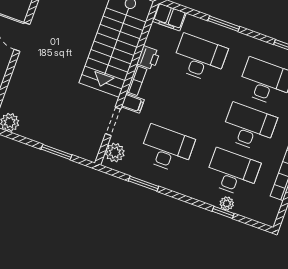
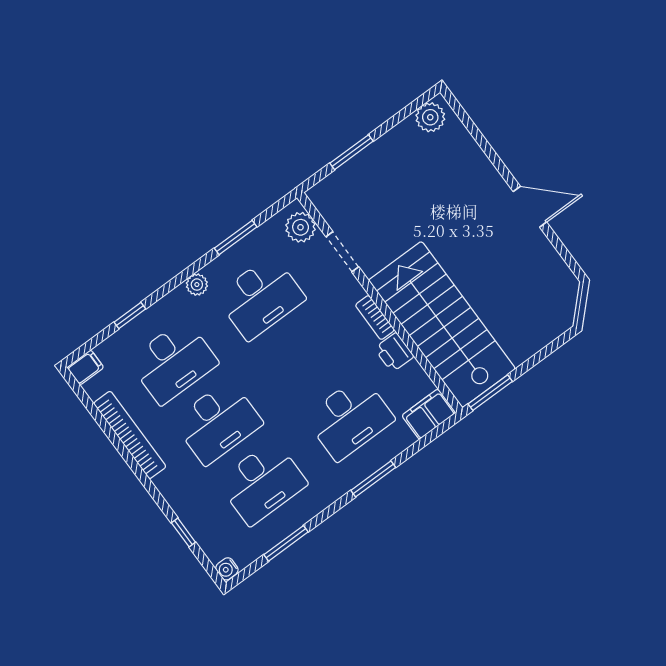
filing cabinet: (133, 103) -> (85, 367), moved, turned 180
plant: (227, 204) -> (197, 285), moved

